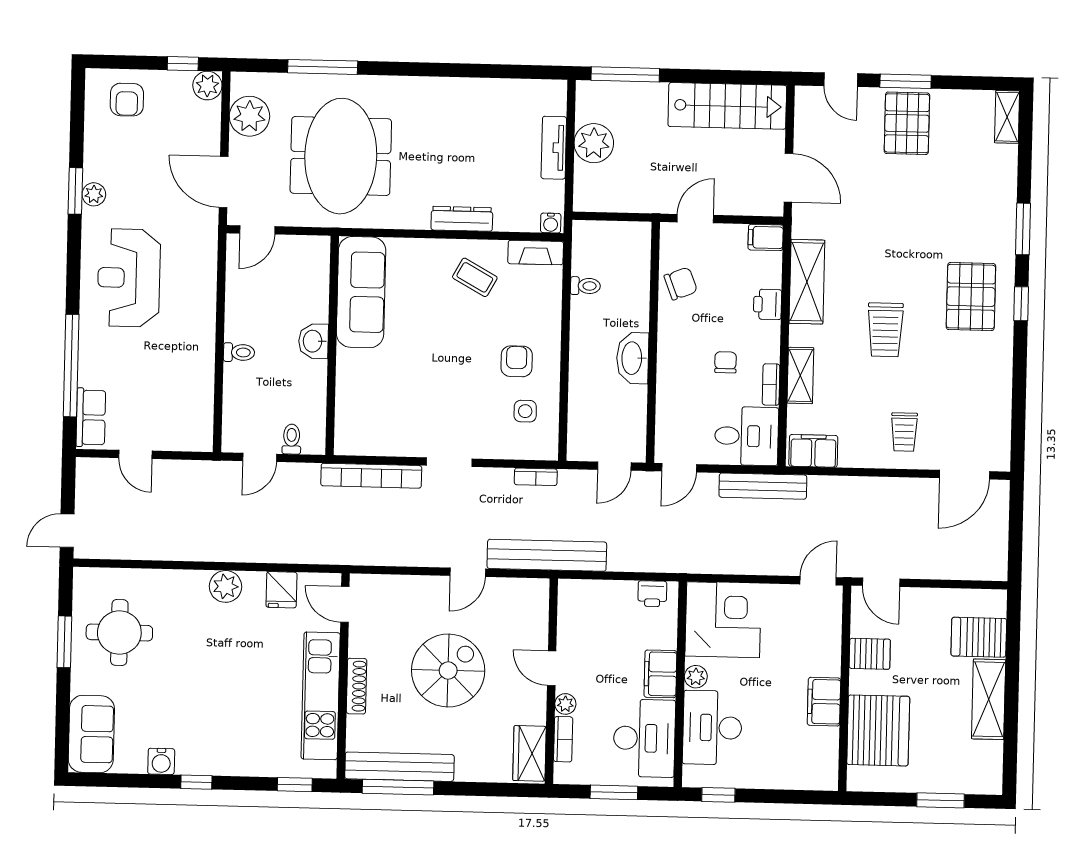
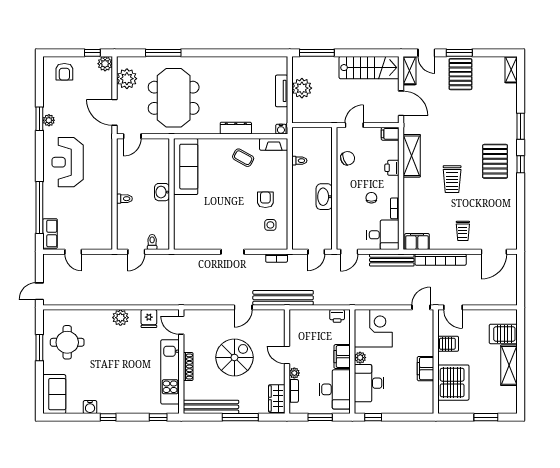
shelving: (800, 375) -> (410, 71), moved
bookcase: (371, 476) -> (441, 260), moved
window: (398, 787) -> (240, 417), moved

